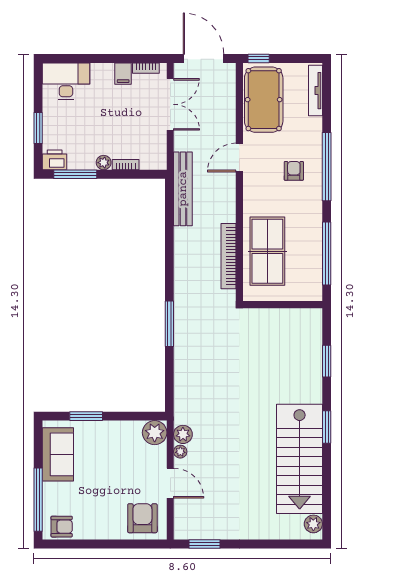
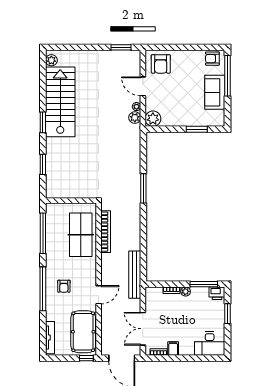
sofa: (58, 454) -> (215, 92), moved

